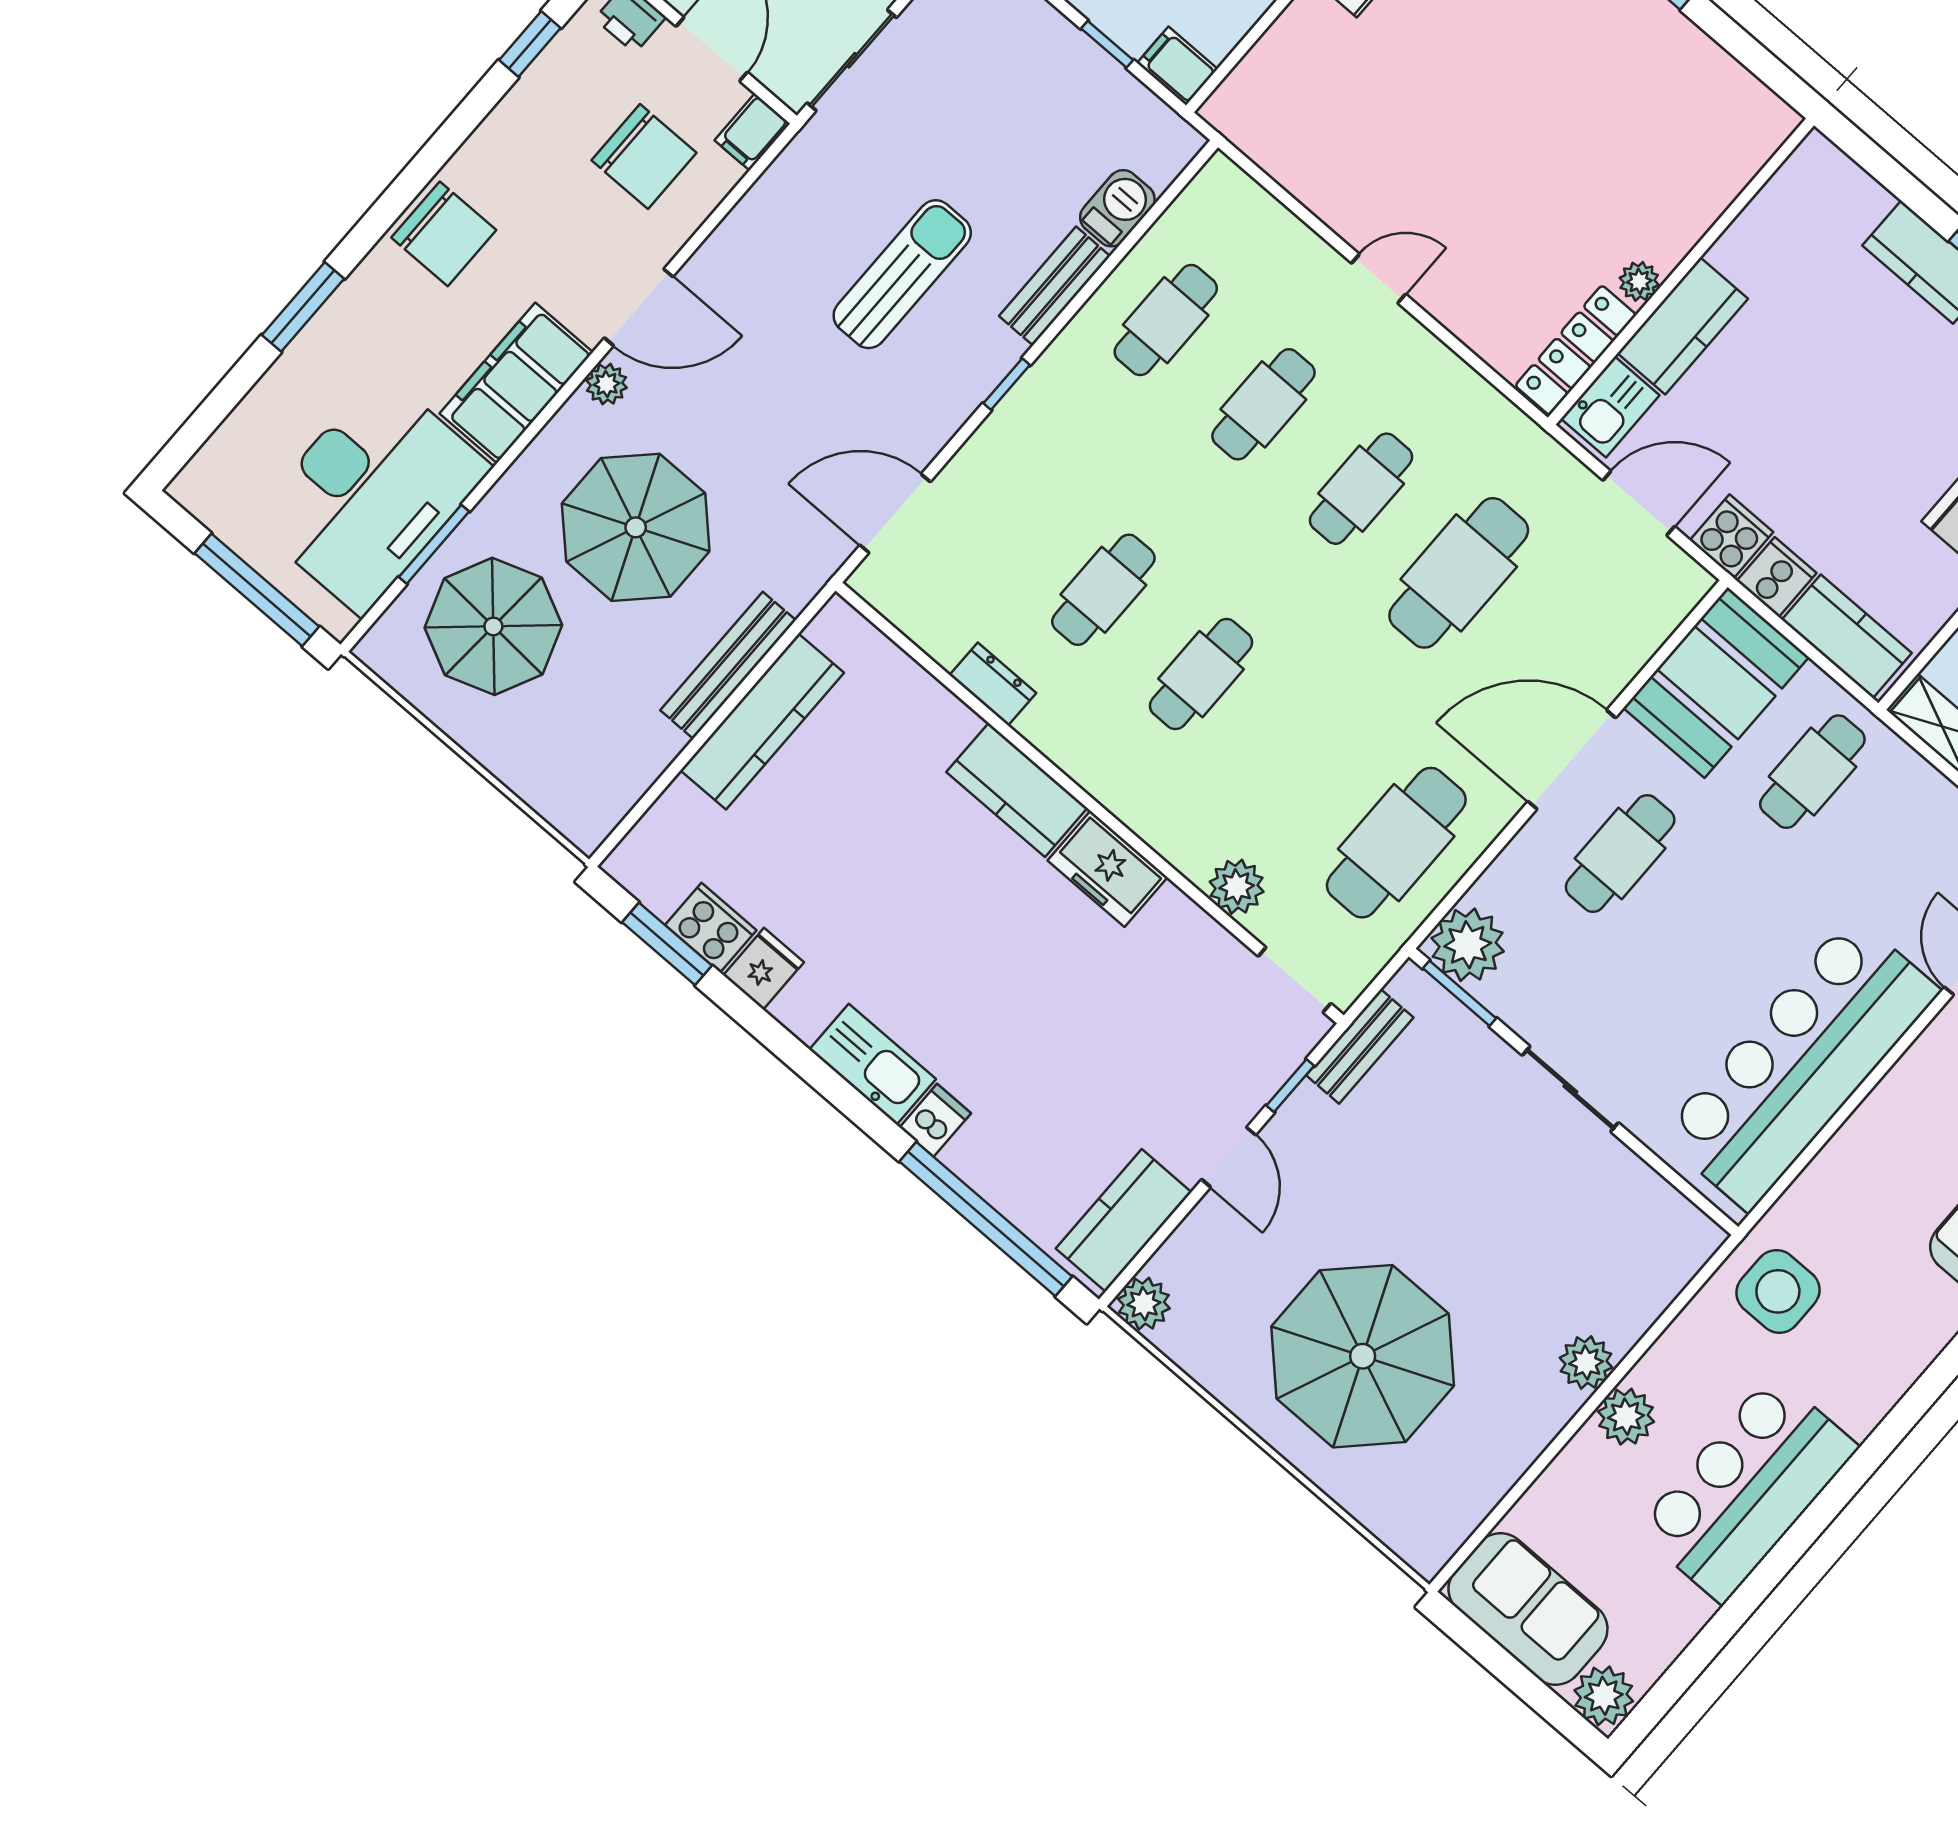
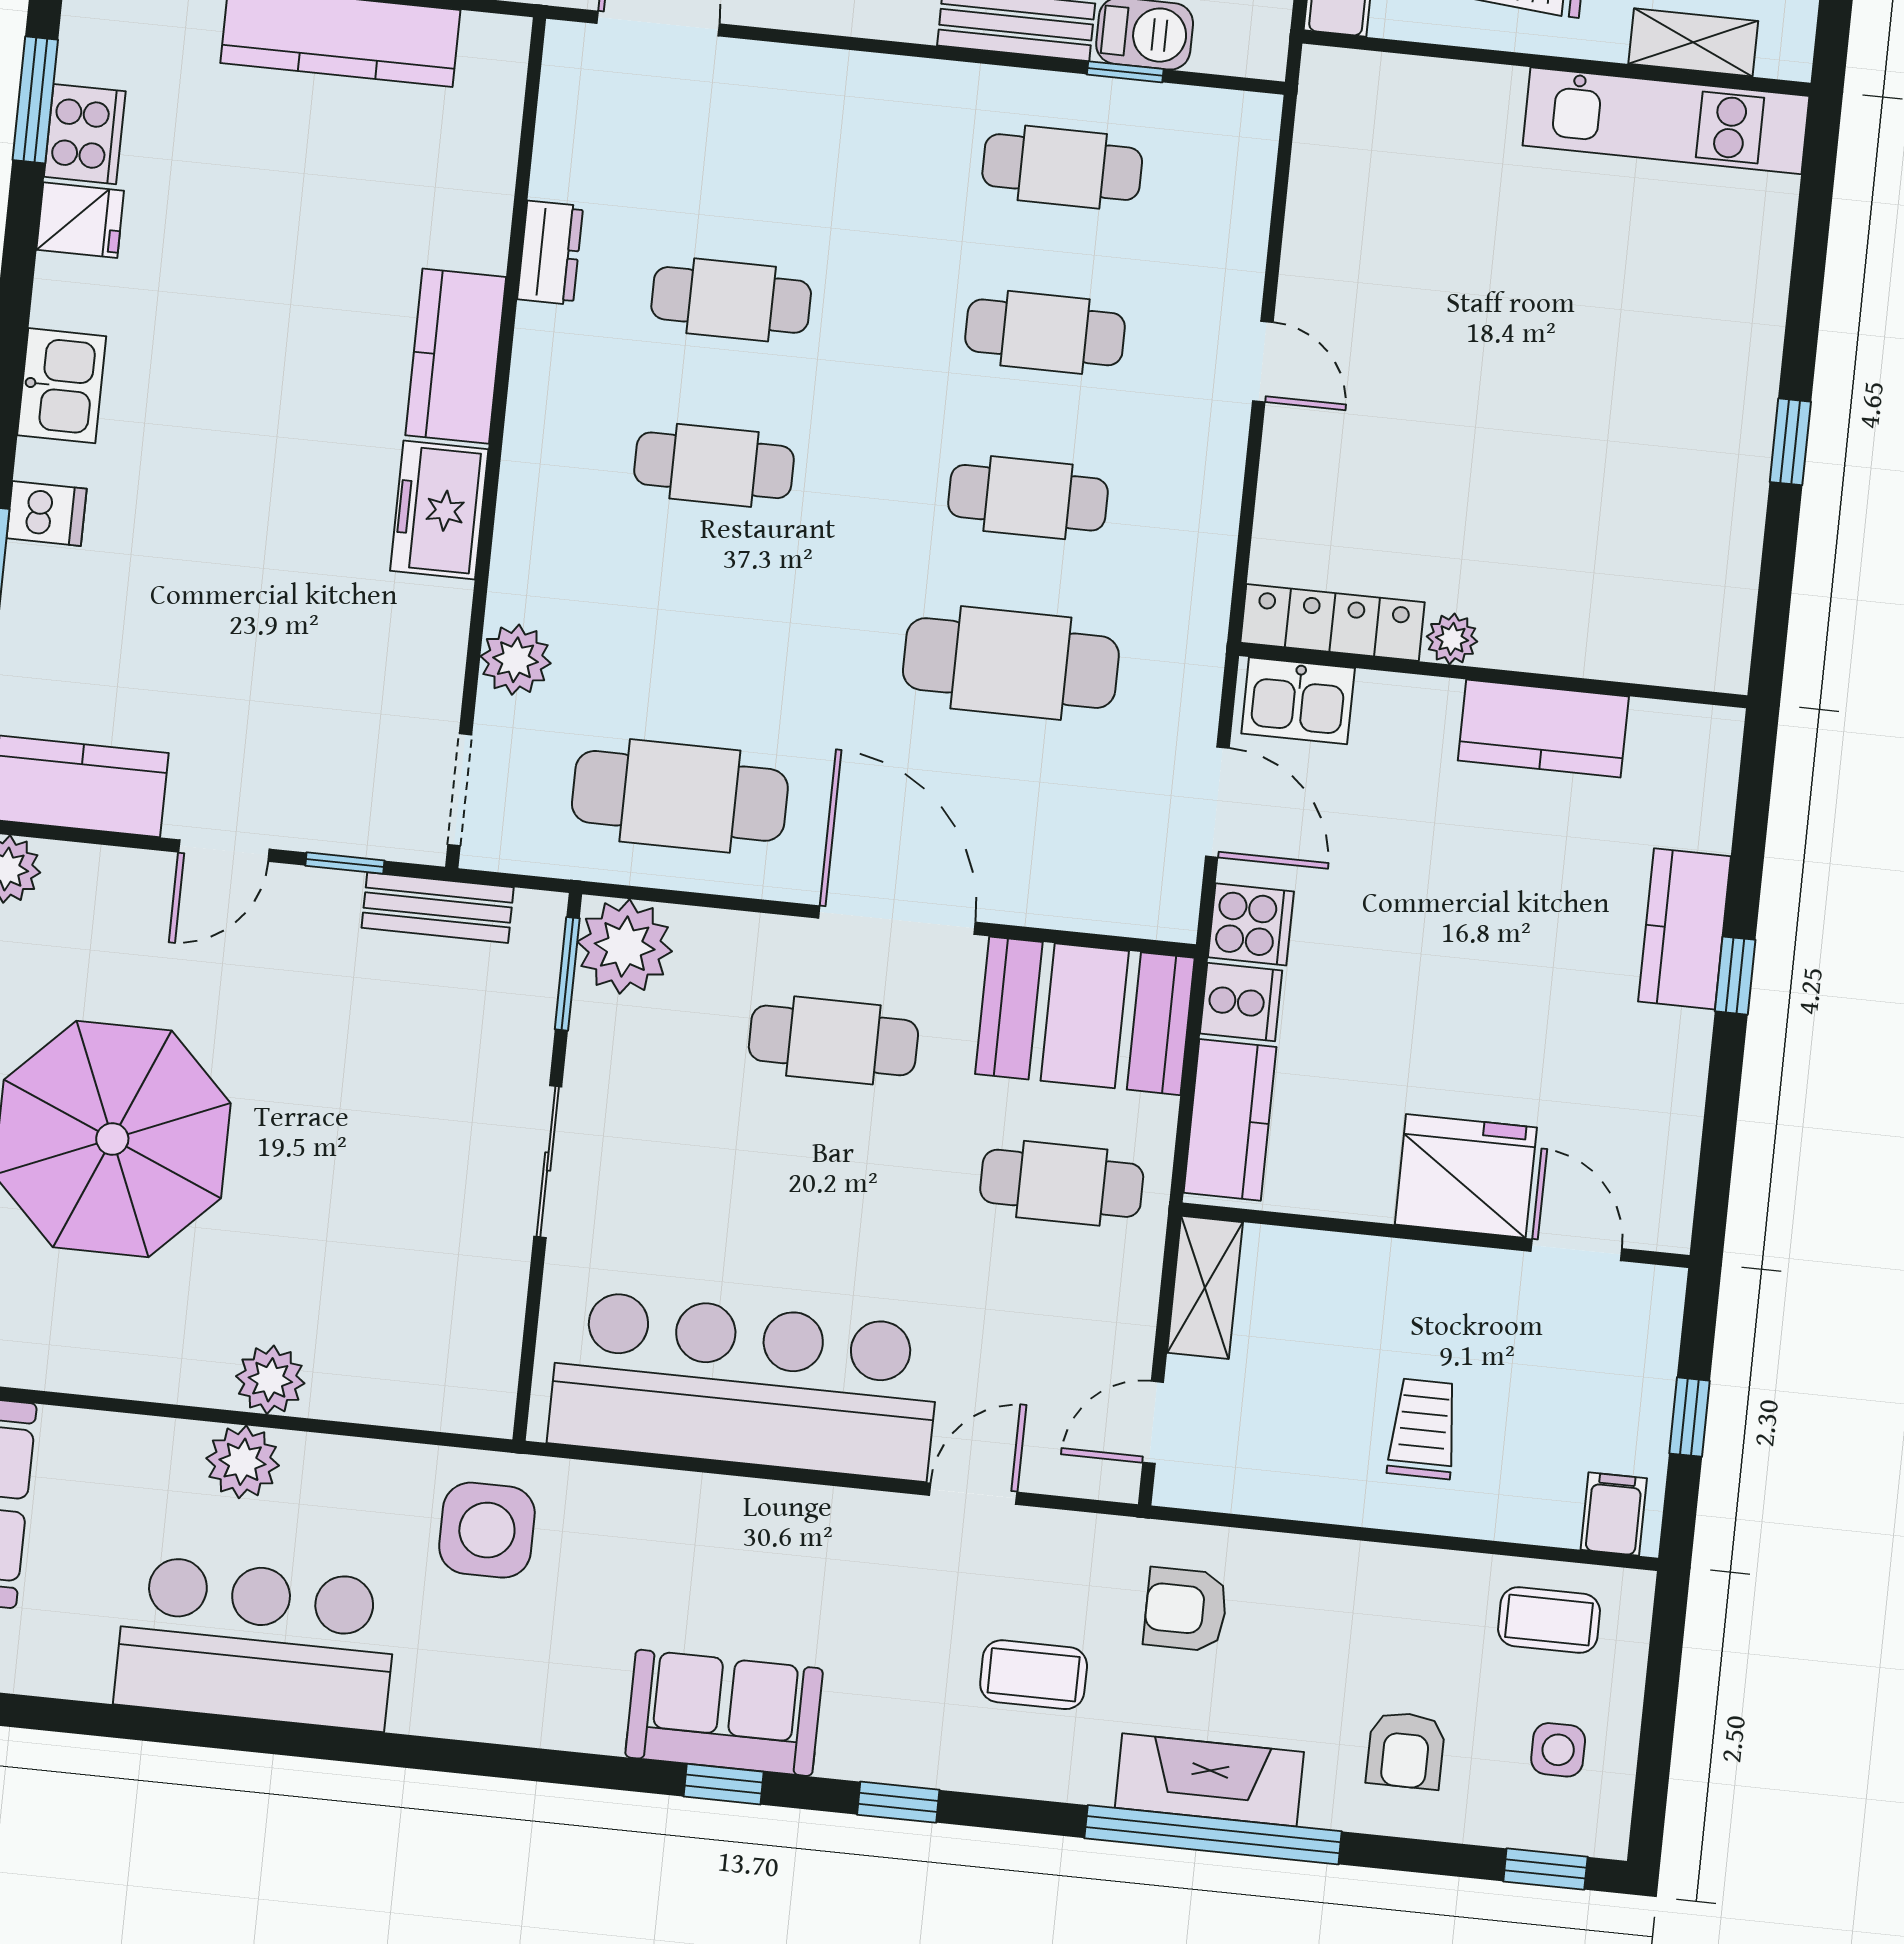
kitchen counter: (1683, 326) -> (1543, 729), moved
window: (1007, 384) -> (1125, 72), moved
kitchen sink: (873, 1064) -> (62, 386), width x0.73

